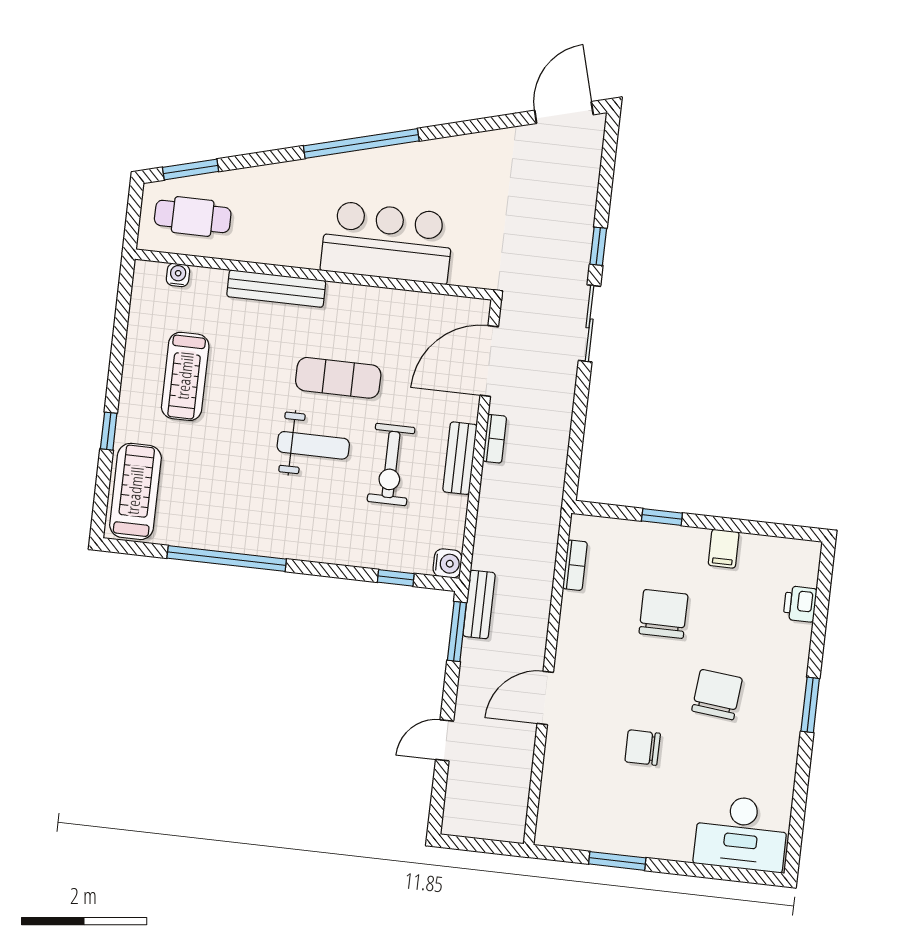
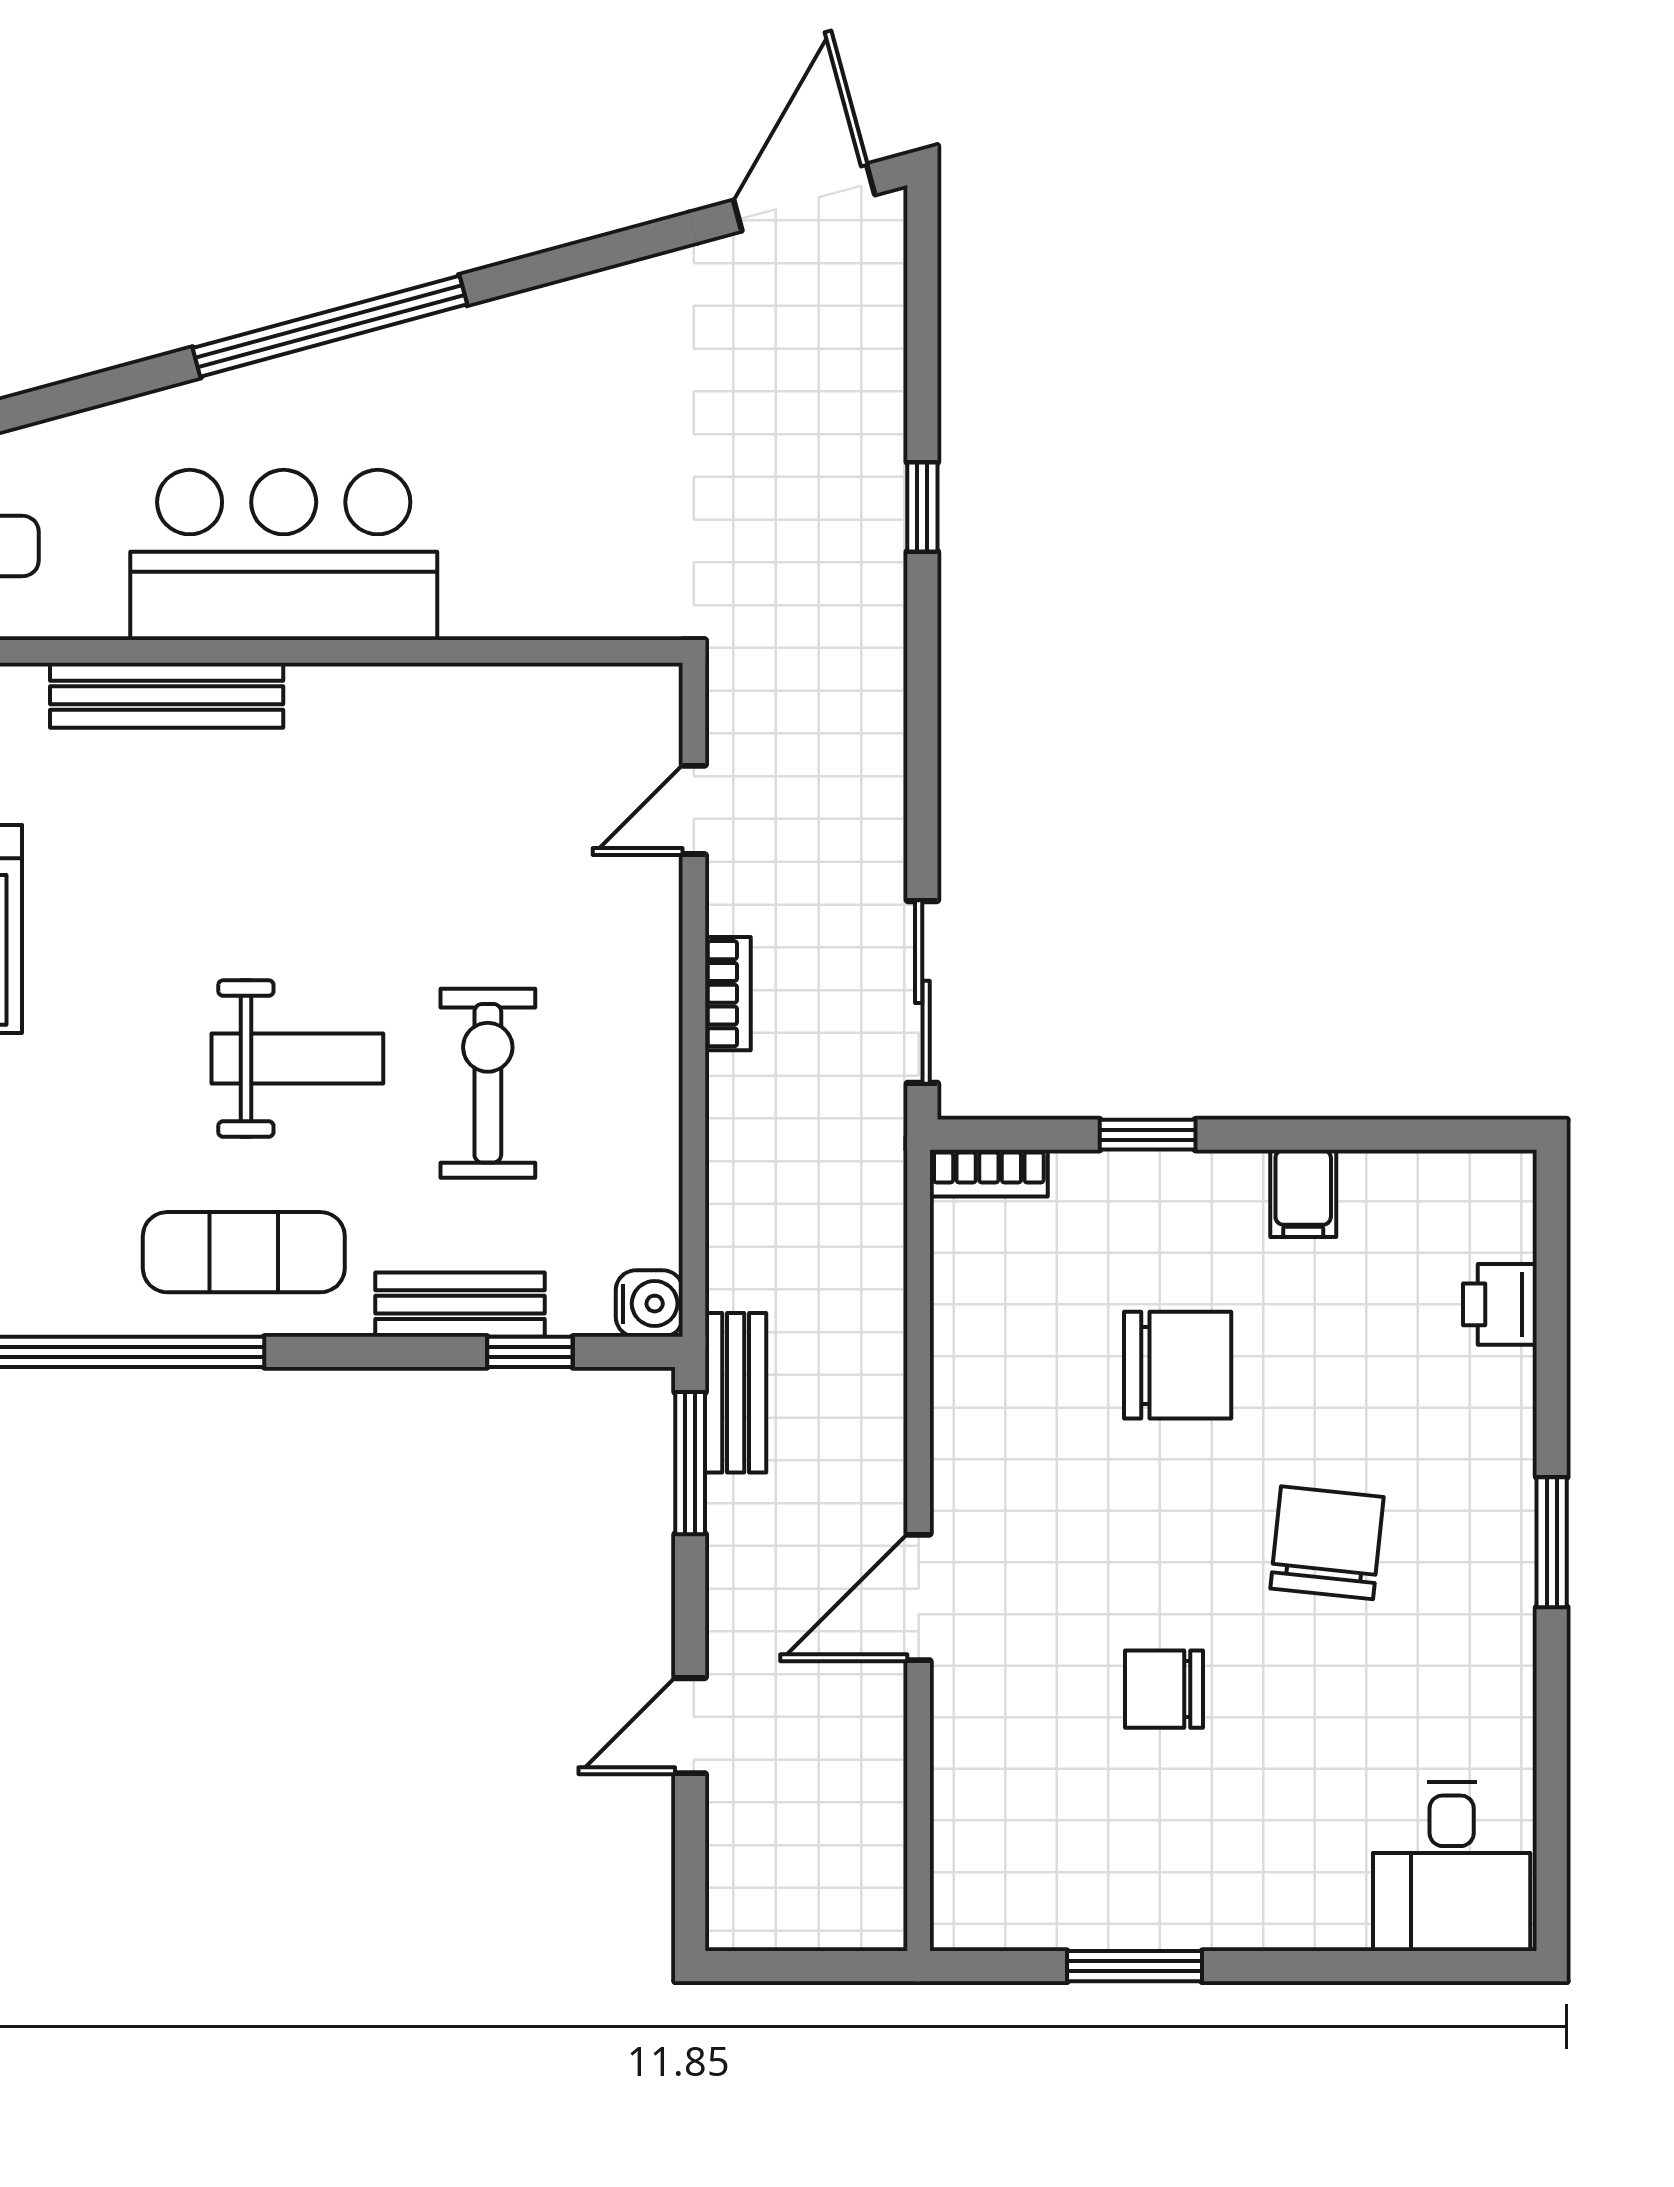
bar counter: (387, 242) -> (284, 555), moved
sliding door: (589, 323) -> (922, 992), moved
door: (489, 361) -> (694, 810), width x0.53
exercise mat: (338, 378) -> (244, 1252), moved
bench: (460, 458) -> (460, 1305), moved, turned 90
exercise bike: (391, 465) -> (488, 1083), turned 180
bookcase: (575, 565) -> (989, 1173), moved, turned 90
chair: (663, 614) -> (1178, 1365), turned 90
desk: (741, 833) -> (1452, 1866), width x0.73

